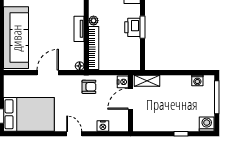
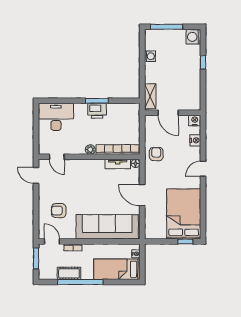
tv unit: (79, 29) -> (118, 164), moved
washing machine: (197, 80) -> (150, 56), moved
nightstand: (123, 82) -> (195, 120), moved

